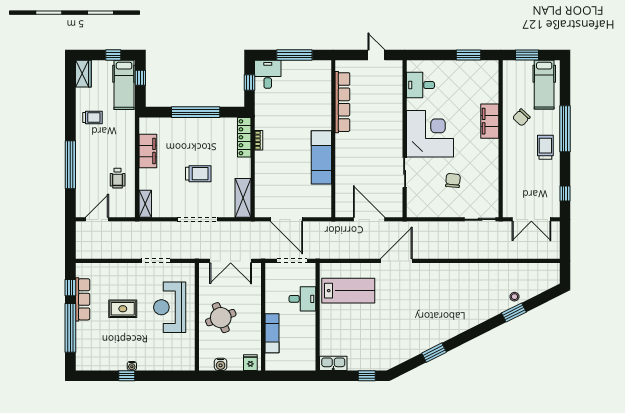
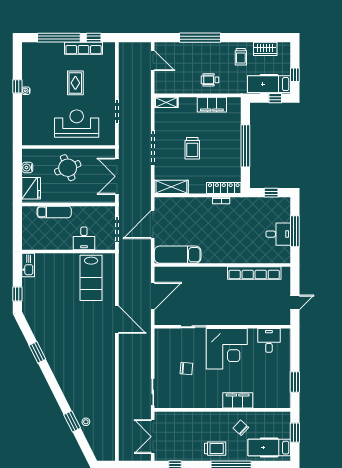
wardrobe: (83, 74) -> (265, 49), moved
desk: (268, 74) -> (278, 234), moved
exam couch: (321, 157) -> (178, 255), moved
wheelchair: (118, 178) -> (210, 80), moved
fridge: (250, 363) -> (31, 188), width x1.88, depth x1.34

